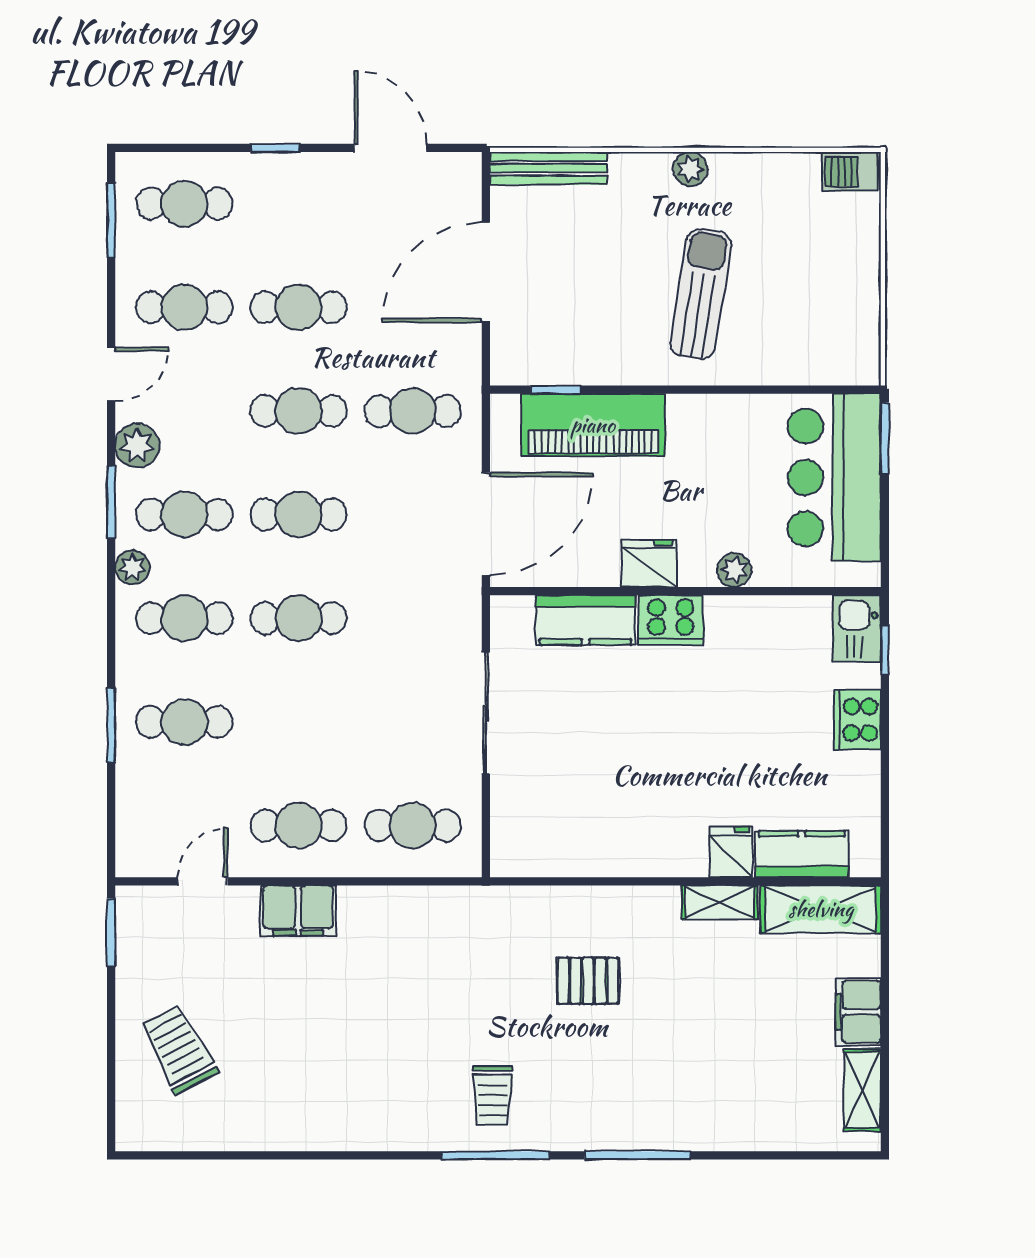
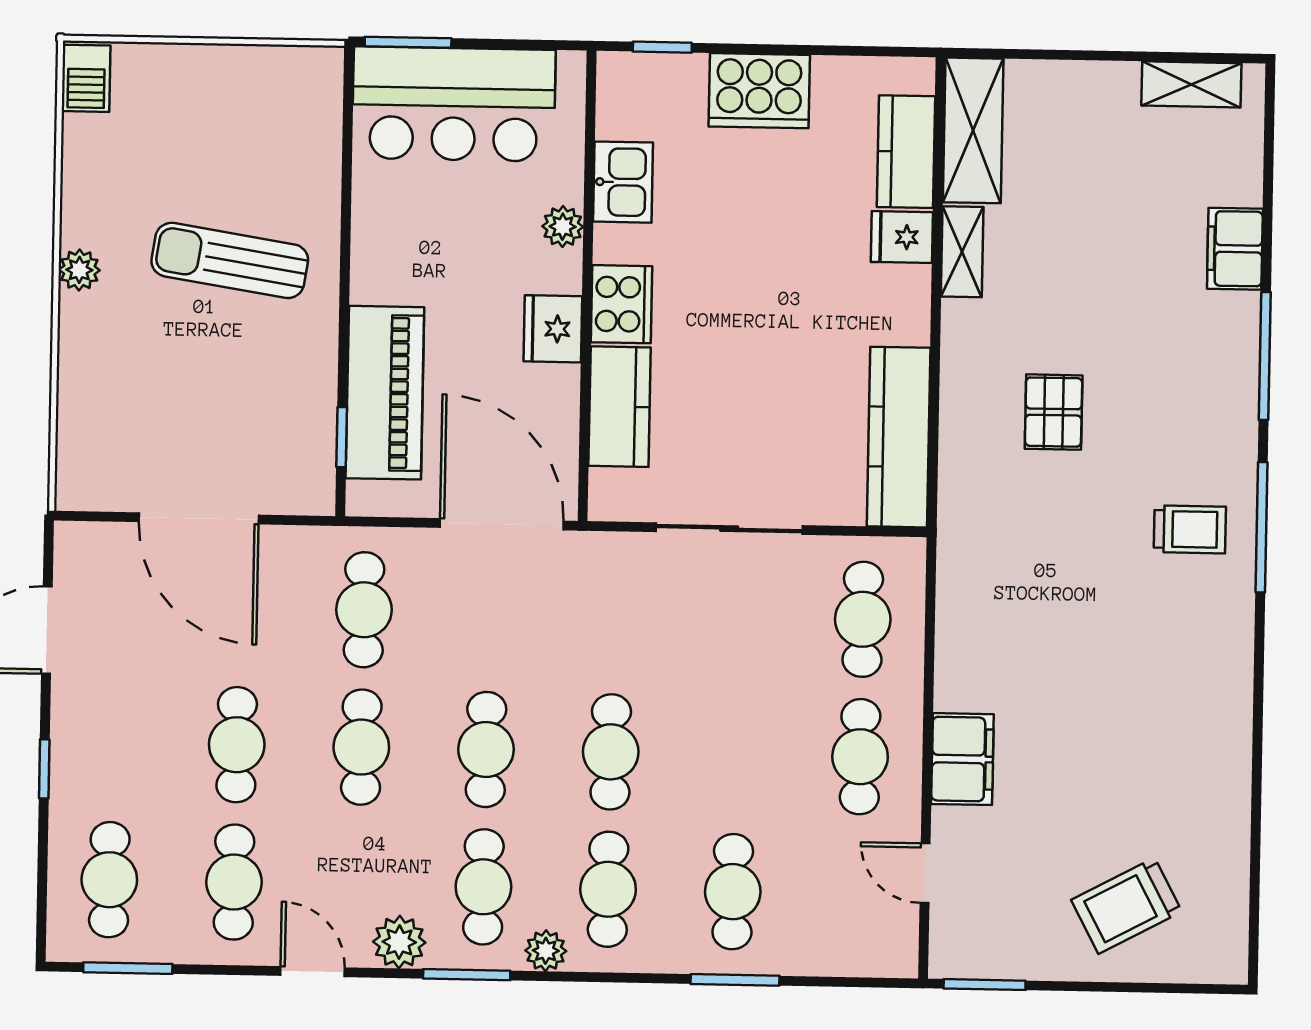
bench: (549, 168) -> (75, 441), removed
kitchen sink: (857, 629) -> (623, 182), moved, turned -90
cooker: (857, 720) -> (759, 91), width x1.37, depth x1.31
kitchen counter: (565, 852) -> (899, 437), added
filing cabinet: (858, 1012) -> (1235, 249), moved, turned 90

